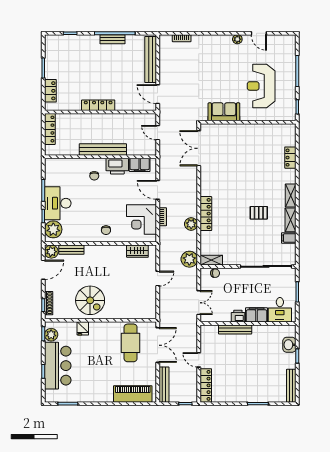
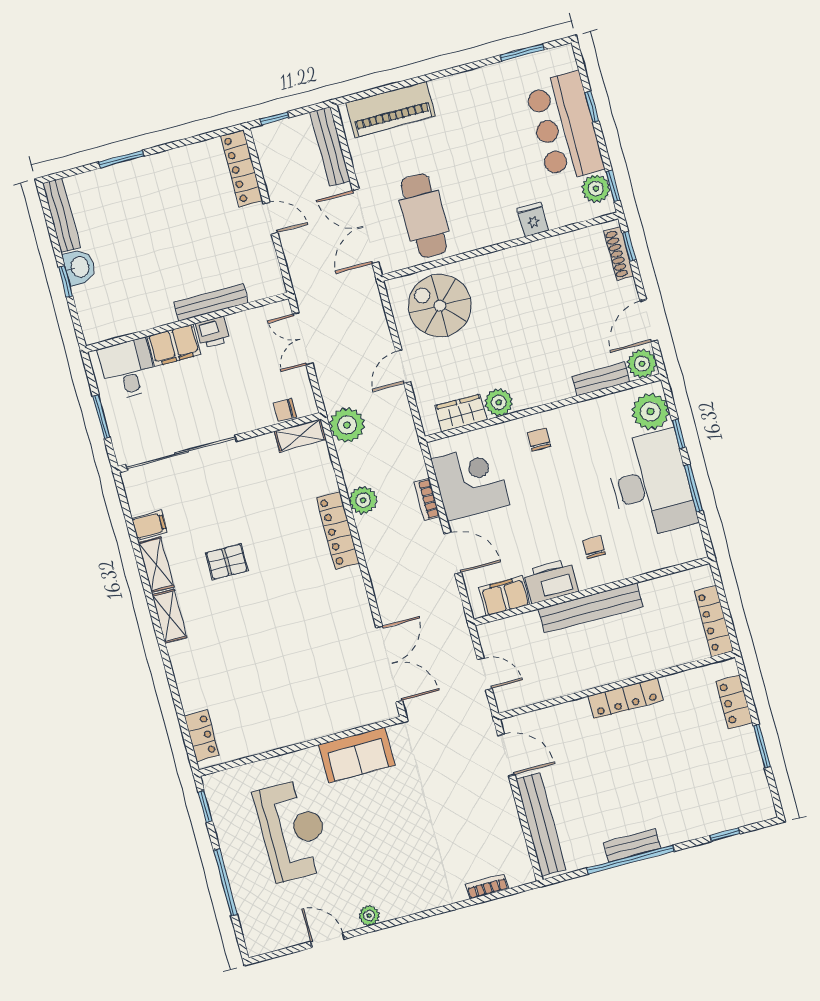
locker: (290, 158) -> (202, 736), moved
desk: (58, 203) -> (651, 484), width x1.36, depth x1.30
plant: (119, 251) -> (499, 402), added
spiral stairs: (90, 300) -> (440, 306), moved
washbasin: (289, 345) -> (79, 267), moved

